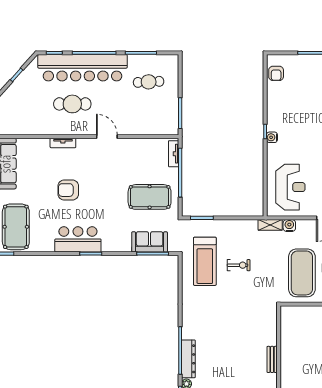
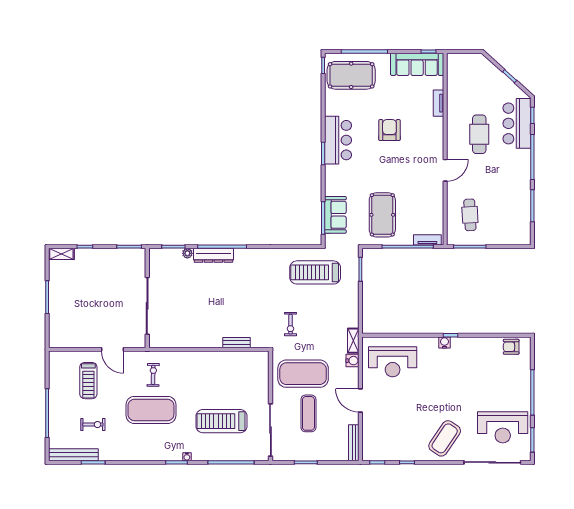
bar counter: (82, 68) -> (517, 123), width x0.54
cafe table: (149, 82) -> (470, 215), moved
tv unit: (63, 143) -> (439, 103), moved
exercise bike: (239, 265) -> (290, 324), moved
bench: (272, 359) -> (236, 343), moved

